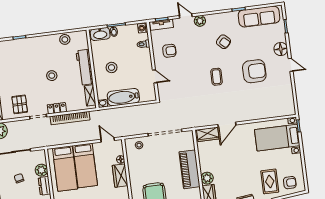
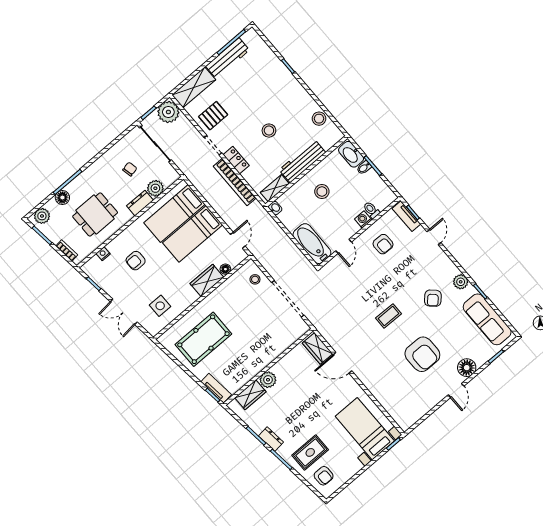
plant: (200, 21) -> (461, 282), moved
washing machine: (143, 28) -> (363, 220), moved
bathtub: (123, 97) -> (312, 244), moved
piano: (190, 169) -> (265, 354), removed

